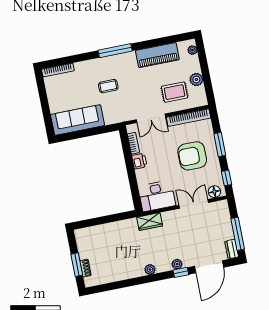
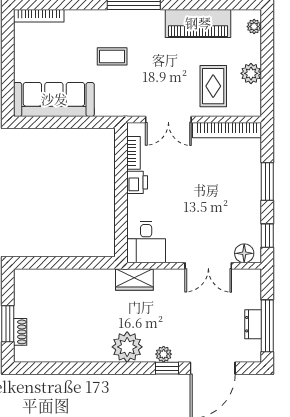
rug: (175, 92) -> (213, 86), turned 90
armchair: (192, 156) -> (221, 191), removed
desk: (157, 196) -> (146, 242), width x0.73
double door: (194, 204) -> (208, 266), swing flipped
dresser: (232, 249) -> (253, 324), moved
plant: (150, 269) -> (127, 347), width x1.87, depth x1.87

